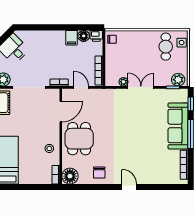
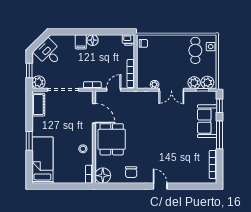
floor lamp: (84, 36) -> (93, 40), moved
filing cabinet: (71, 38) -> (81, 42), moved
plant: (164, 80) -> (194, 83), added
door: (81, 87) -> (114, 90), hinge flipped
double door: (141, 87) -> (171, 90), swing flipped
door: (61, 112) -> (94, 113), hinge flipped
sofa: (178, 126) -> (207, 121), width x0.73

